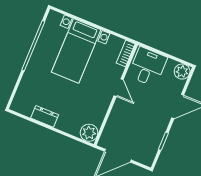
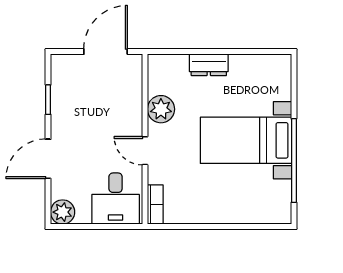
bed with nightstands: (76, 51) -> (246, 140), moved, turned -90
dresser: (45, 116) -> (209, 65), moved
plant: (89, 133) -> (161, 109), moved

